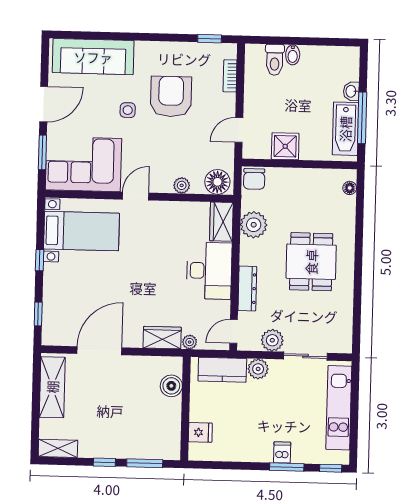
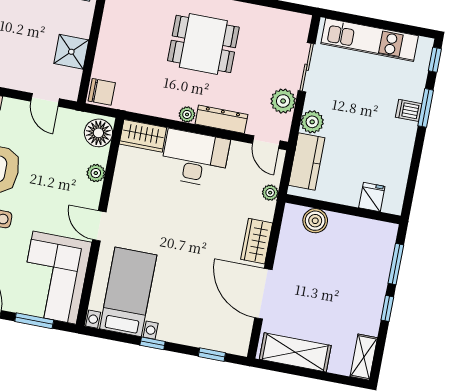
plant: (254, 225) -> (187, 114), moved, width x0.53, depth x0.53
wardrobe: (162, 338) -> (257, 241), moved

